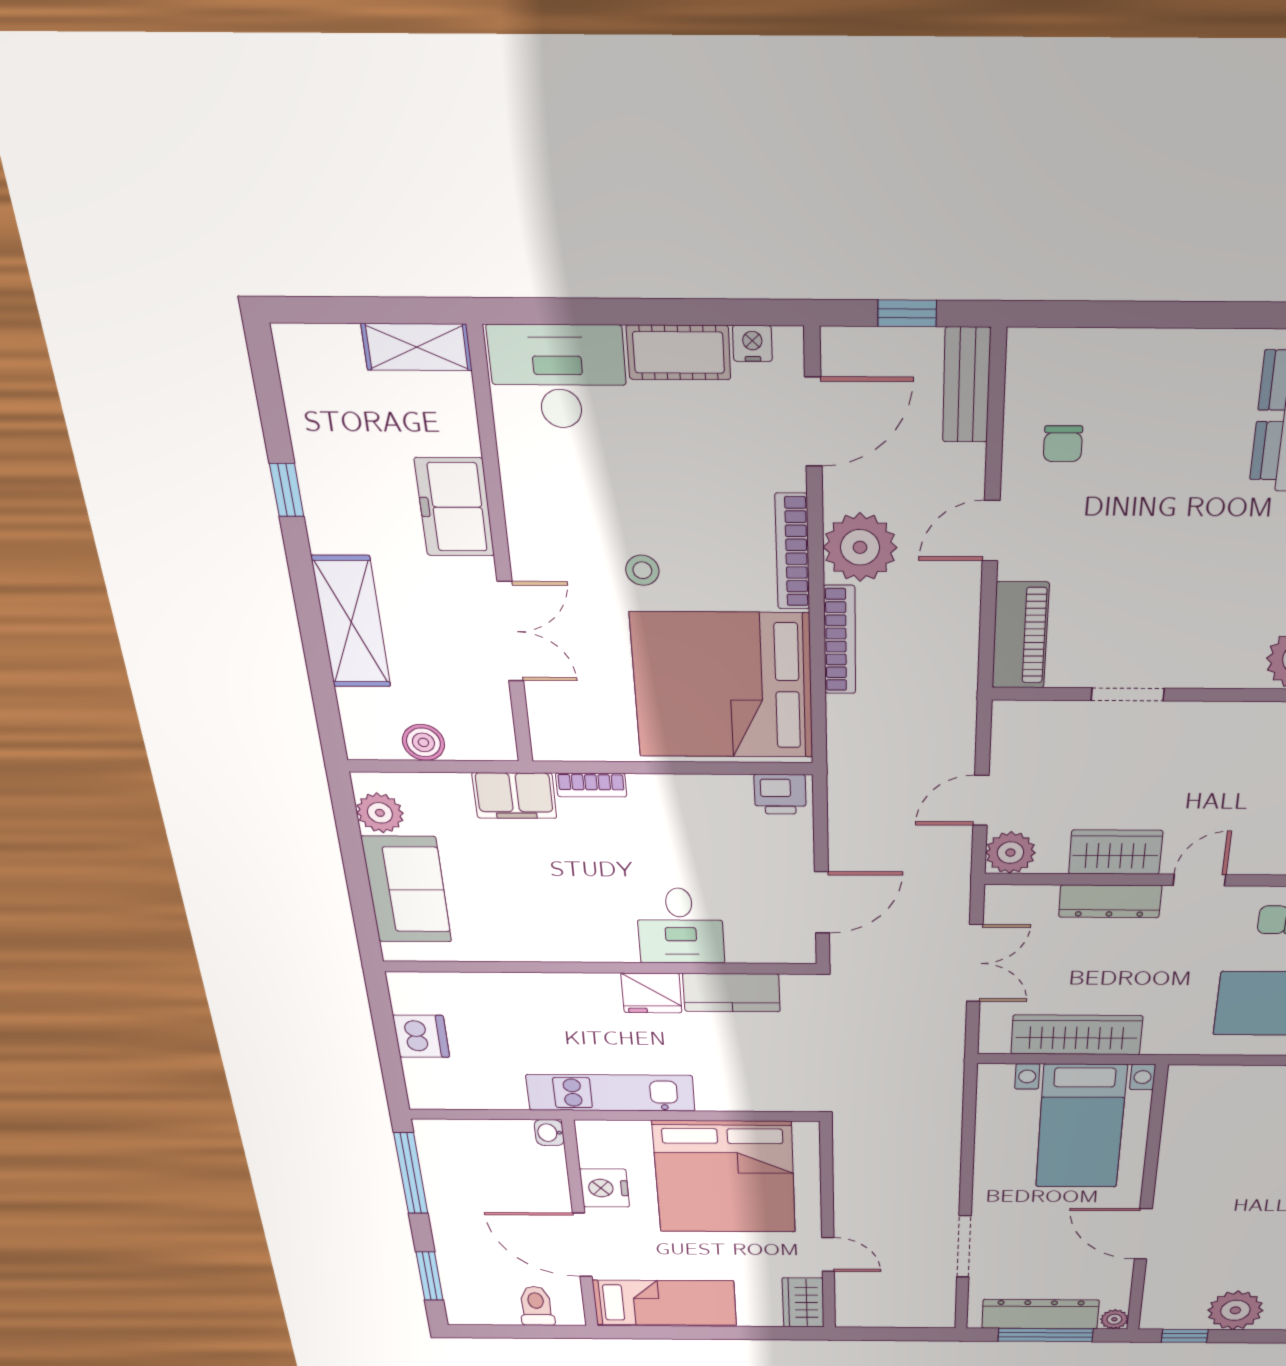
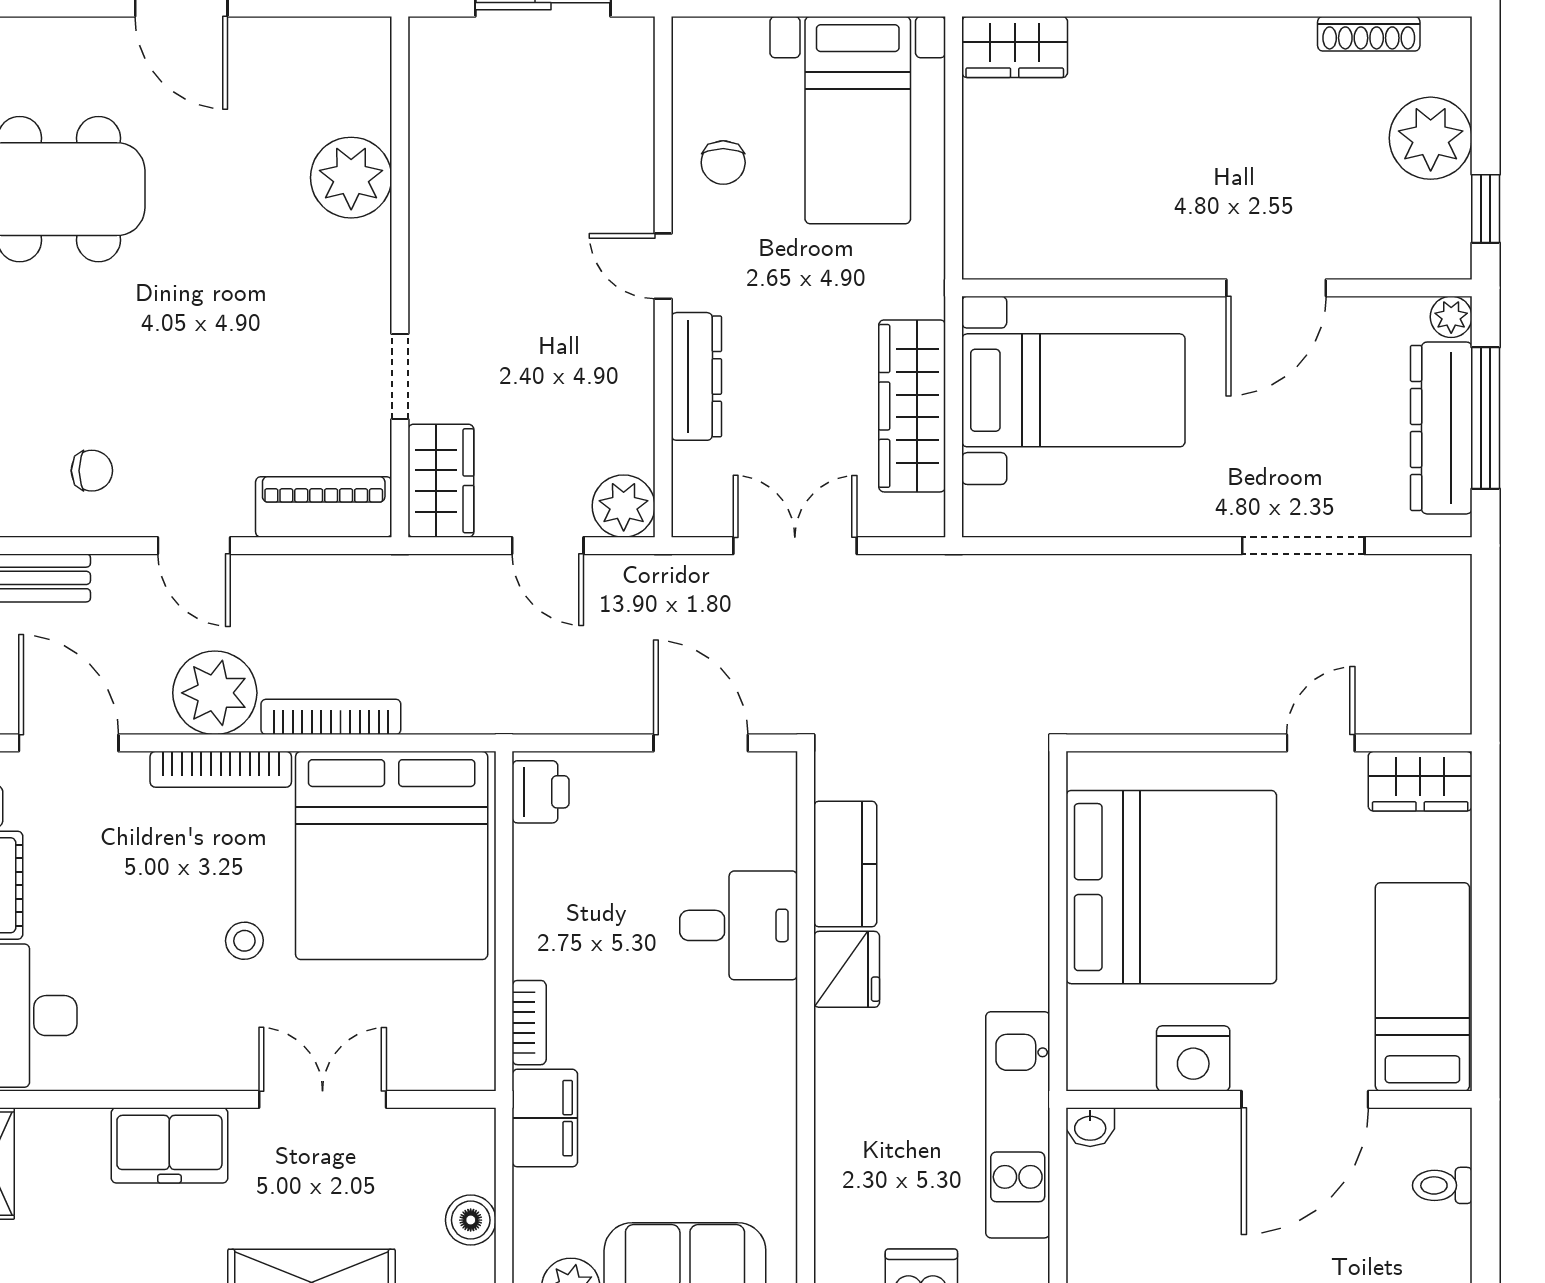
wardrobe: (1116, 852) -> (441, 481), moved, turned 180
kitchen unit: (611, 1093) -> (1018, 1125), moved
toilet: (536, 1306) -> (1442, 1185), width x0.73, depth x0.72

